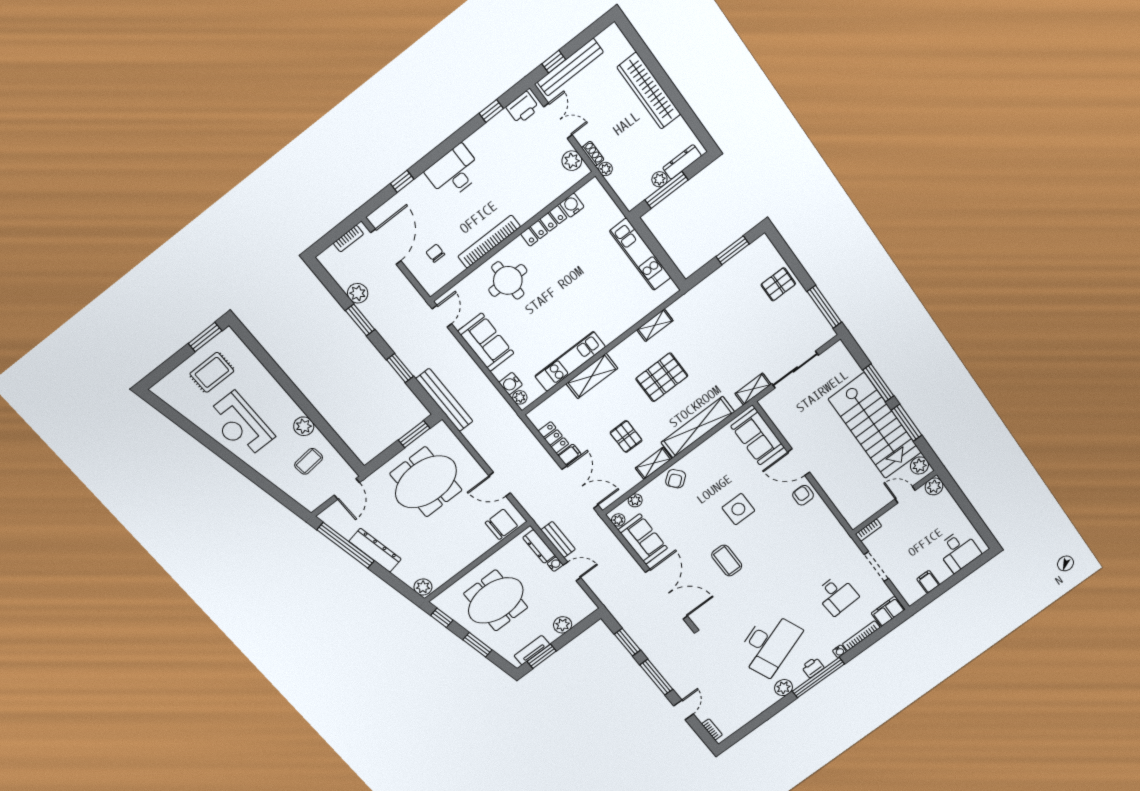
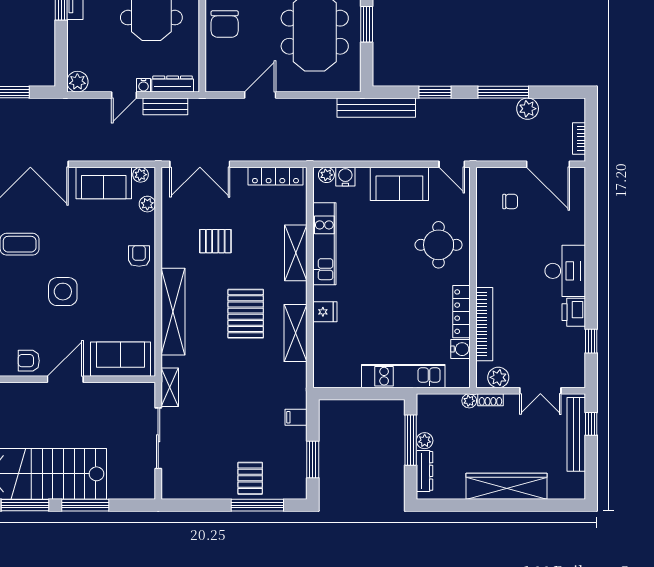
printer: (523, 108) -> (574, 312), moved
window: (402, 181) -> (591, 221), removed
bookcase: (489, 242) -> (484, 324), moved
kitchen unit: (640, 254) -> (403, 376), moved
window: (824, 307) -> (257, 505), moved
window: (360, 320) -> (503, 92), width x1.44
fridge: (619, 324) -> (325, 312), added
shelving: (655, 325) -> (296, 333), width x1.50, depth x1.33
window: (414, 434) -> (367, 24), moved
locker: (553, 437) -> (275, 176), width x1.53
filing cabinet: (570, 455) -> (296, 417), moved, turned 90
shelving: (654, 463) -> (170, 247), removed
armchair: (676, 479) -> (139, 256), turned 39
armchair: (803, 495) -> (29, 361), turned 180
chair: (501, 524) -> (225, 24), moved
plant: (563, 625) -> (77, 82), moved

